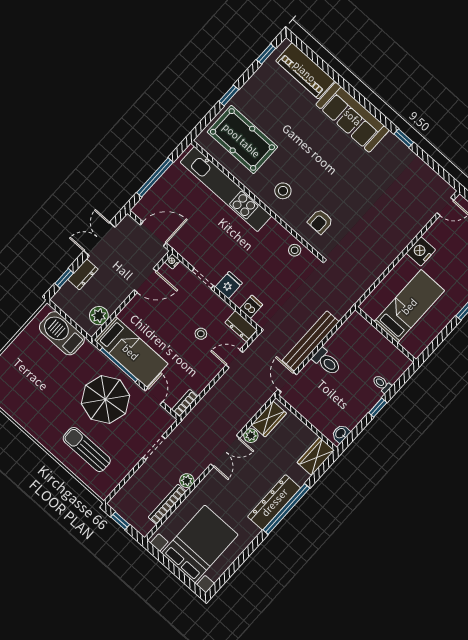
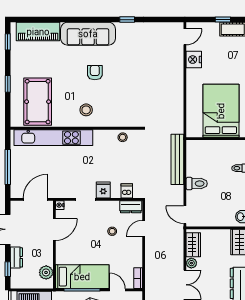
pool table: (242, 140) -> (38, 102), turned 90
armchair: (320, 221) -> (95, 73), moved, turned 180
nightstand: (421, 251) -> (194, 60), moved
bed: (409, 306) -> (221, 111), width x1.50
bench: (311, 341) -> (177, 159), moved

